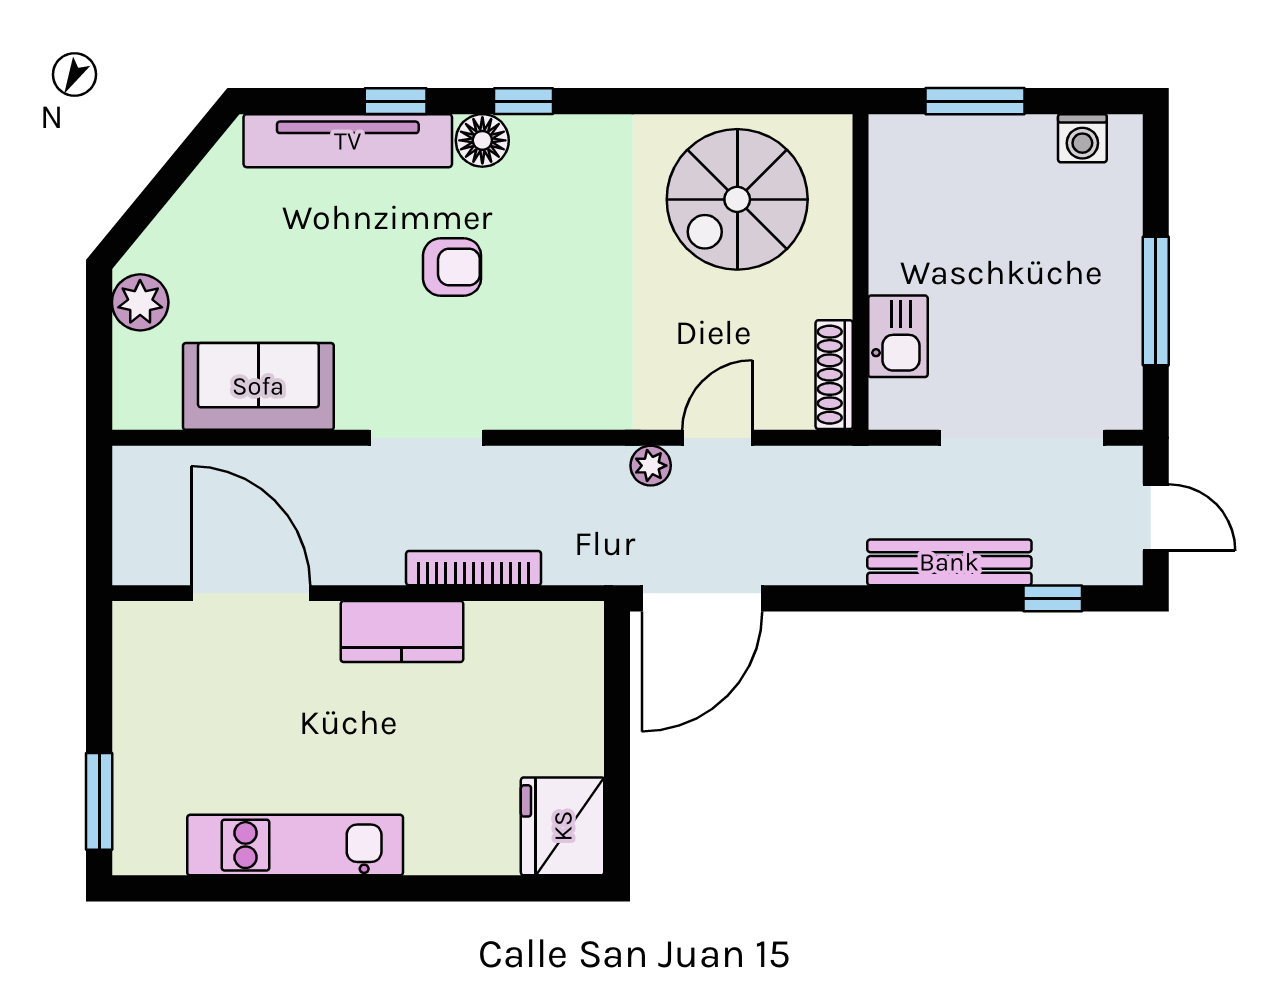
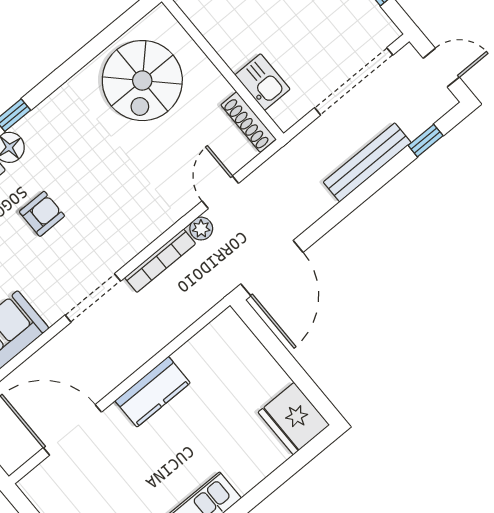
bookcase: (474, 568) -> (160, 261), moved, turned 180

